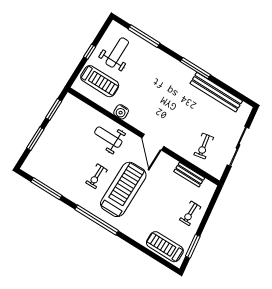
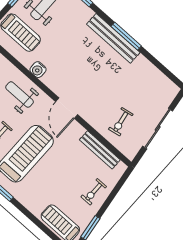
bench: (216, 92) -> (113, 38), moved
bench: (189, 175) -> (100, 150), width x1.36

